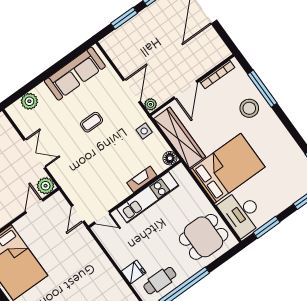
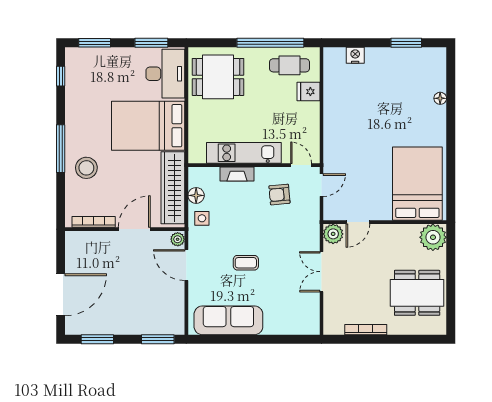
window: (124, 18) -> (158, 339), moved
window: (262, 89) -> (61, 149), moved
door: (132, 91) -> (186, 265), hinge flipped
plant: (29, 101) -> (291, 325), removed
floor lamp: (170, 158) -> (196, 195), moved
armchair: (102, 186) -> (279, 195), added

